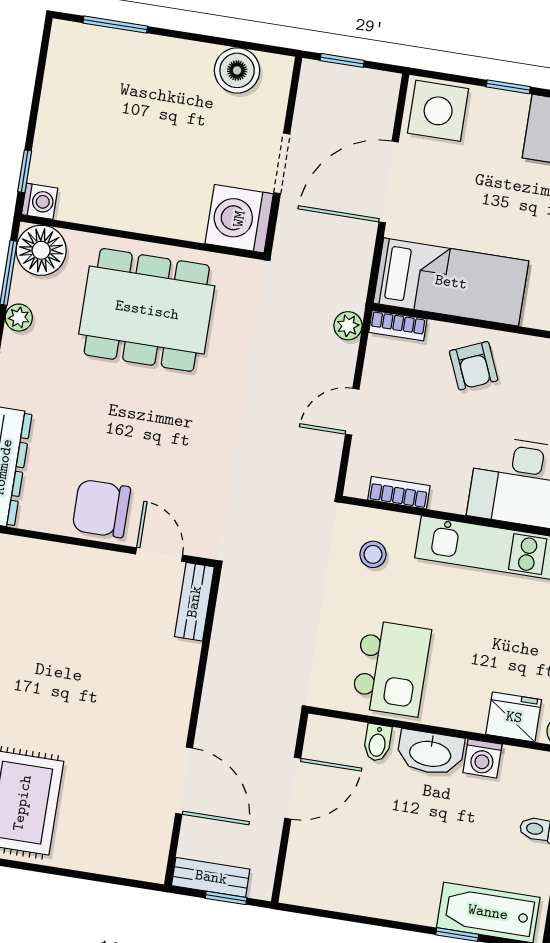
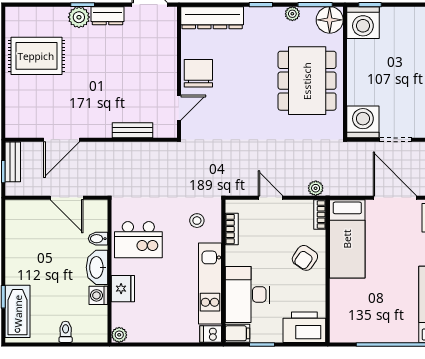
washing machine: (40, 201) -> (363, 23), width x1.89, depth x1.89
armchair: (474, 366) -> (305, 258), turned -33
bench: (194, 602) -> (132, 130), moved
fridge: (514, 717) -> (123, 289), moved

